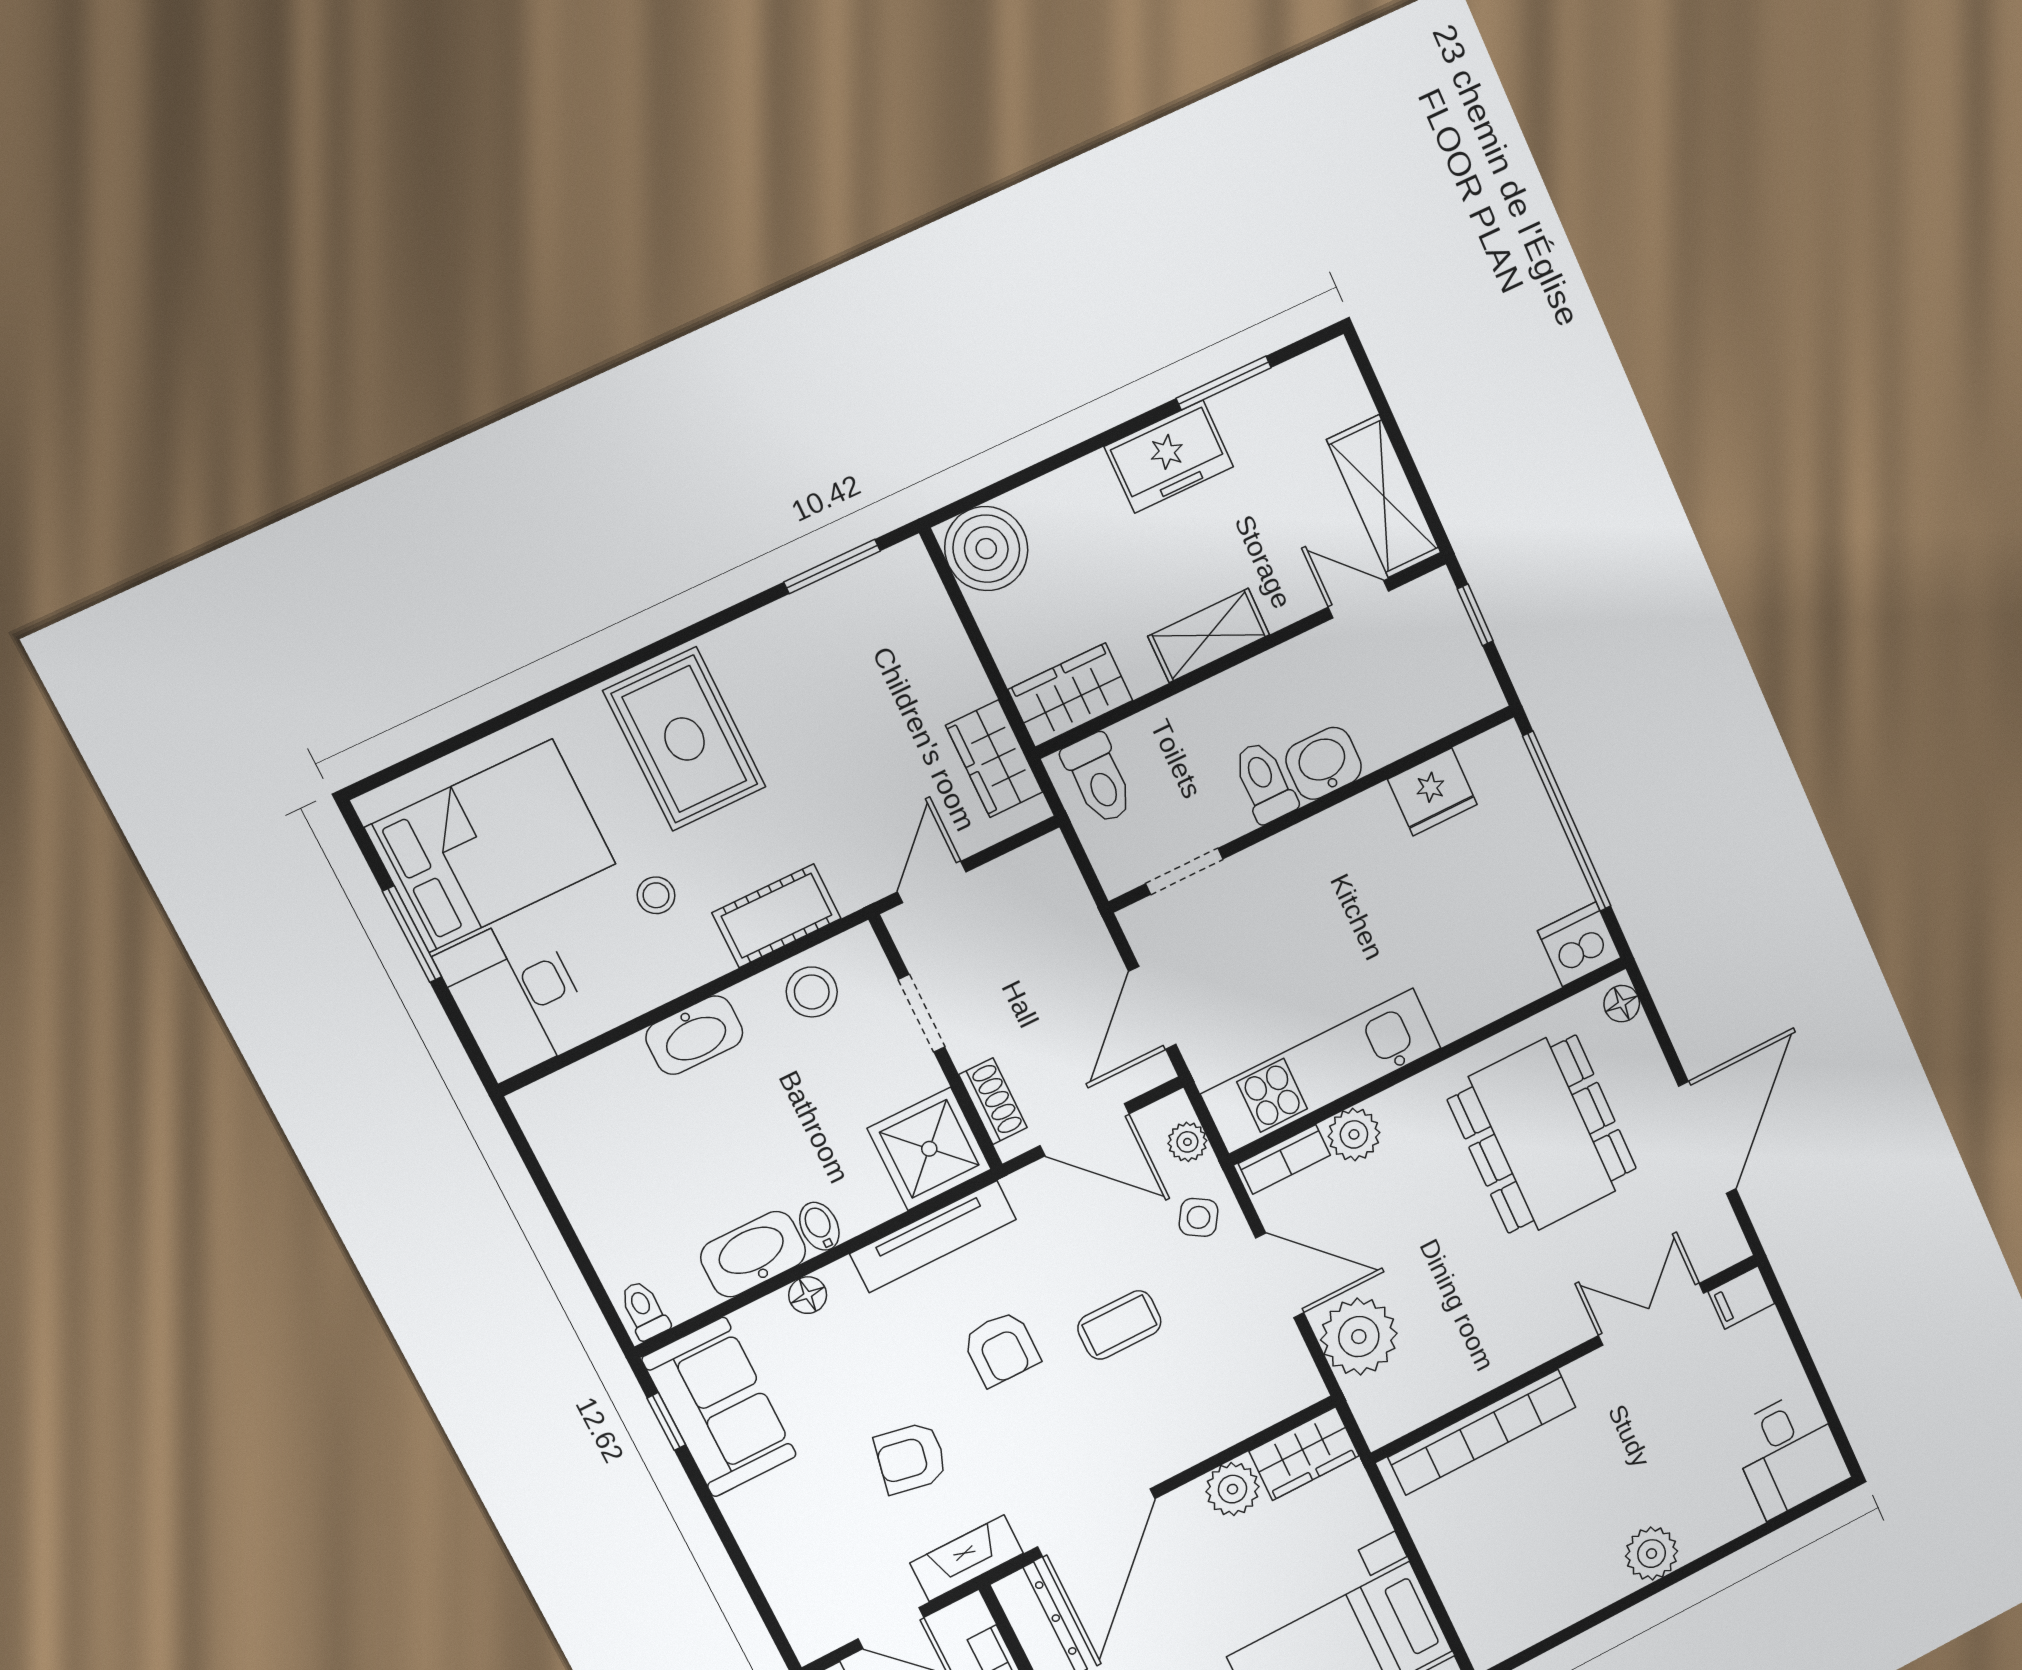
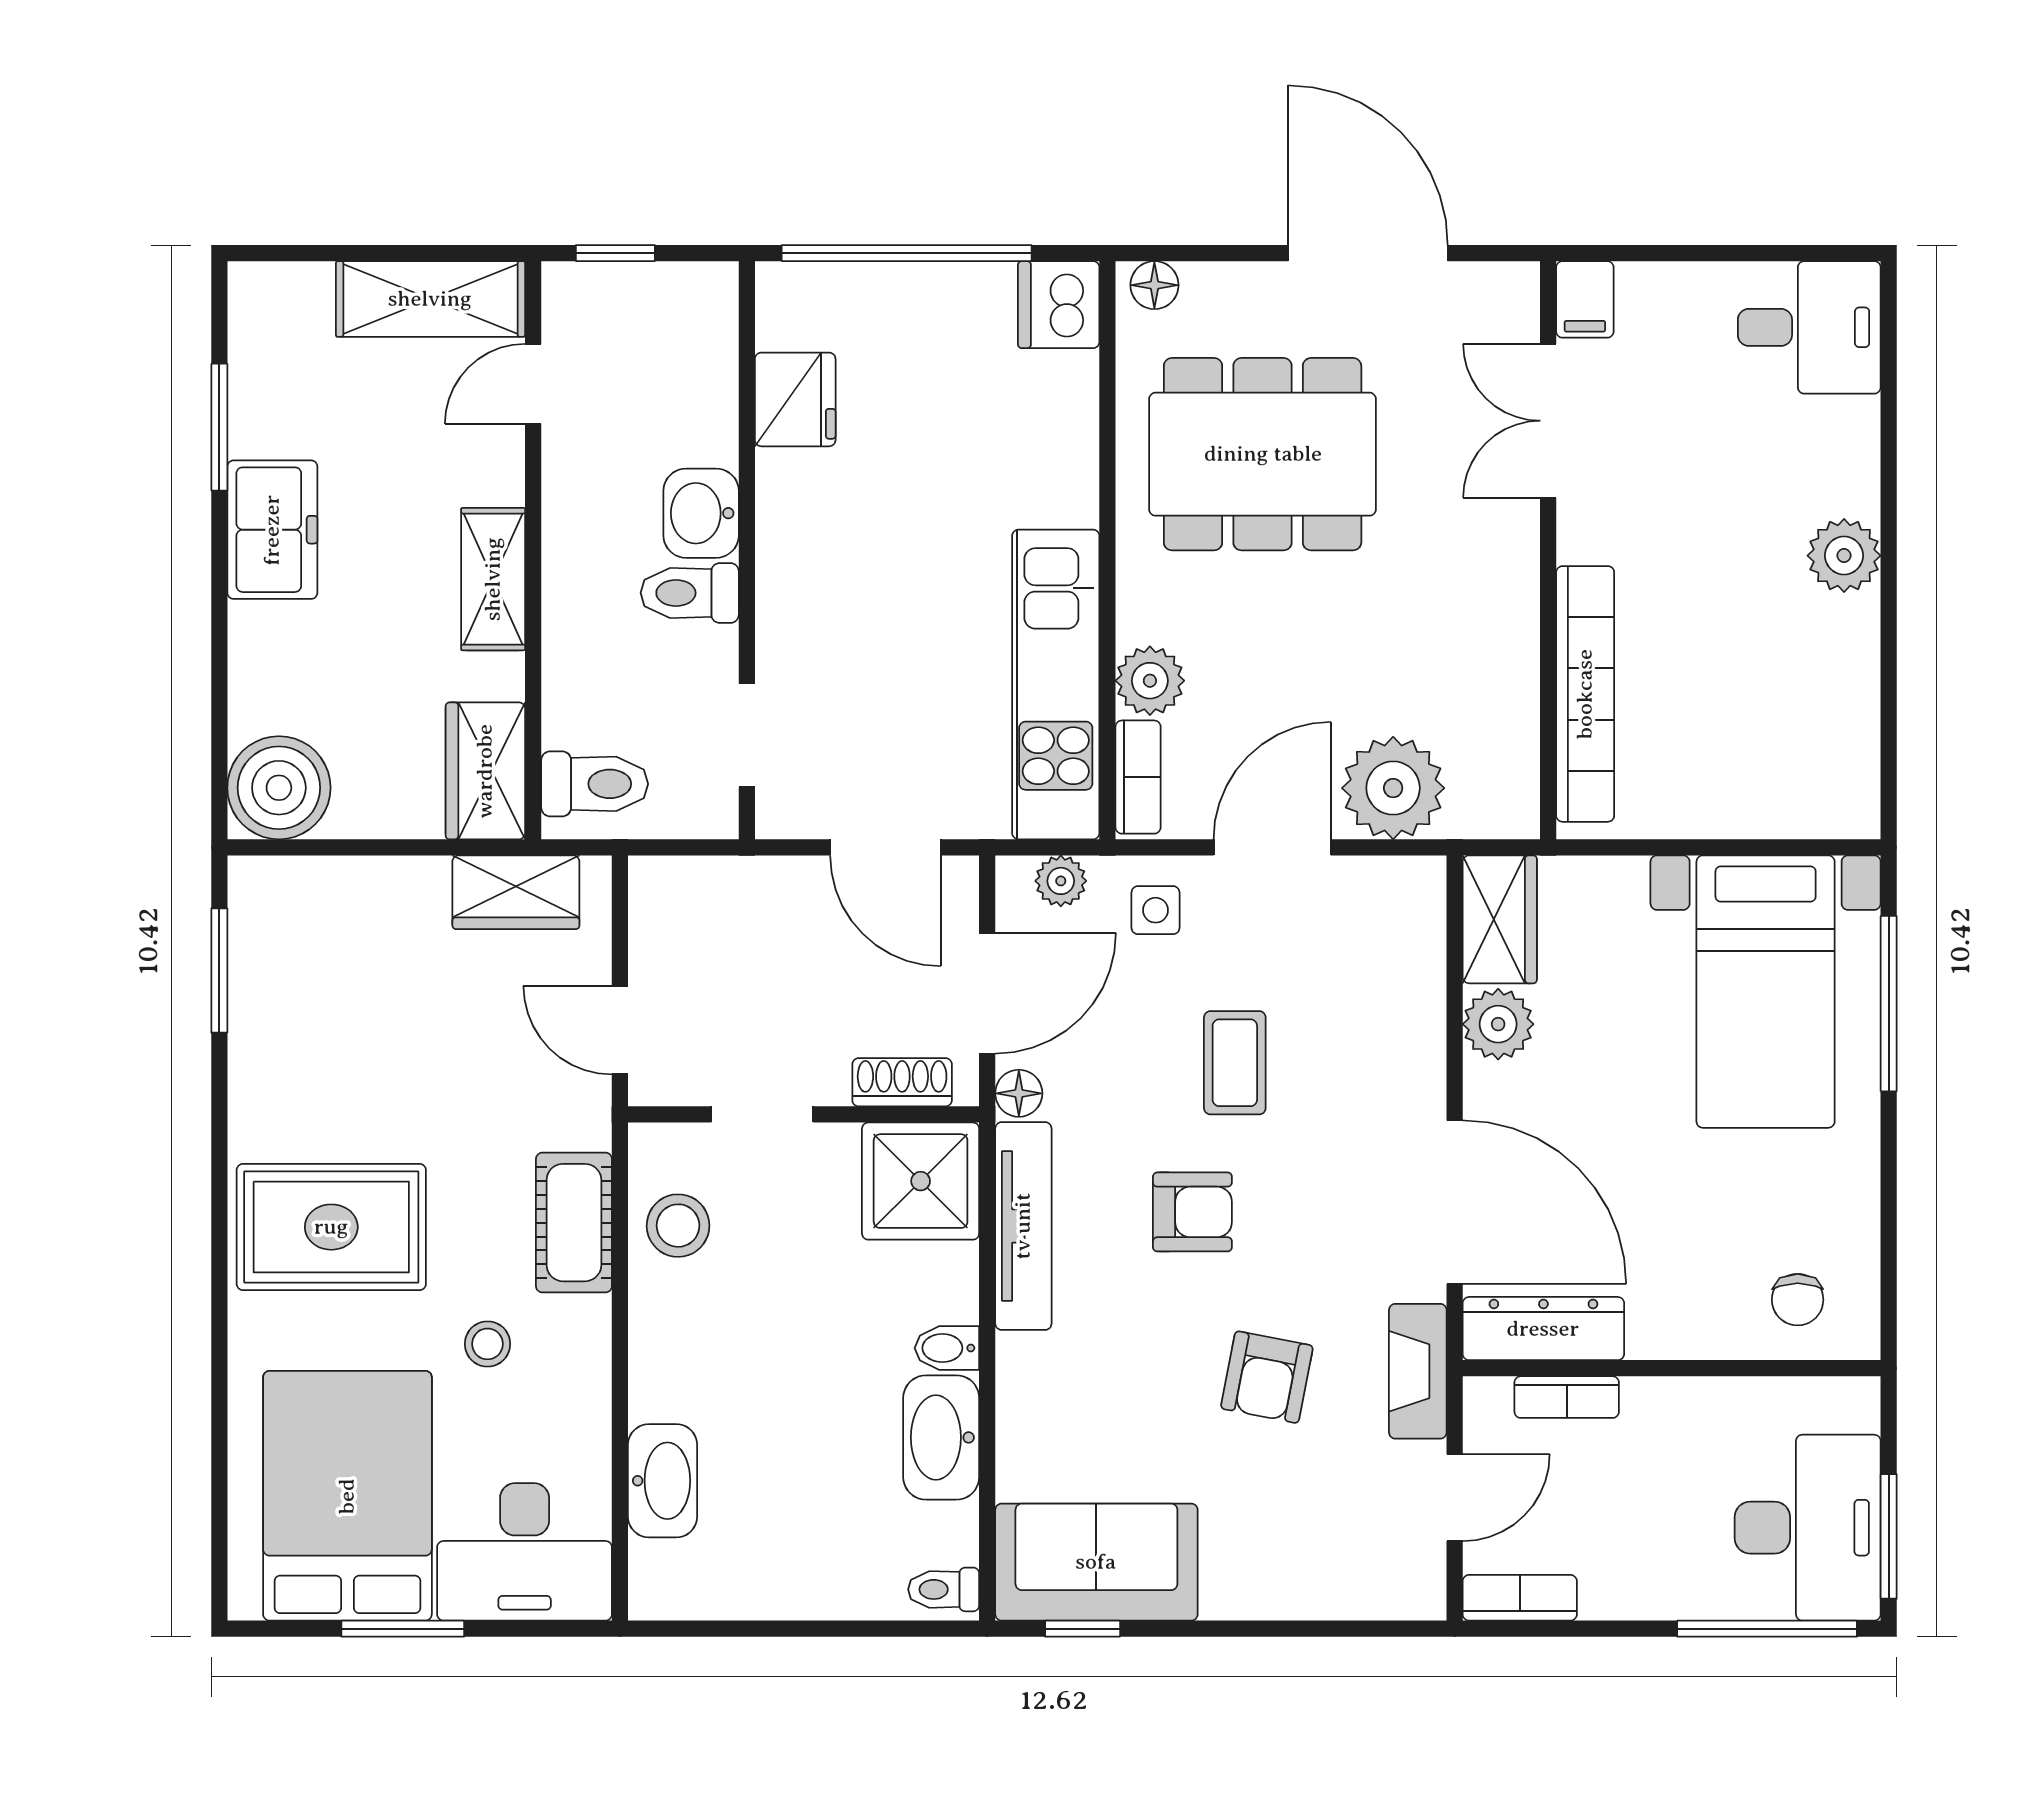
washbasin: (694, 1035) -> (663, 1481), moved
side table: (1199, 1217) -> (1155, 910), turned -32
floor lamp: (808, 1295) -> (1019, 1093), moved

